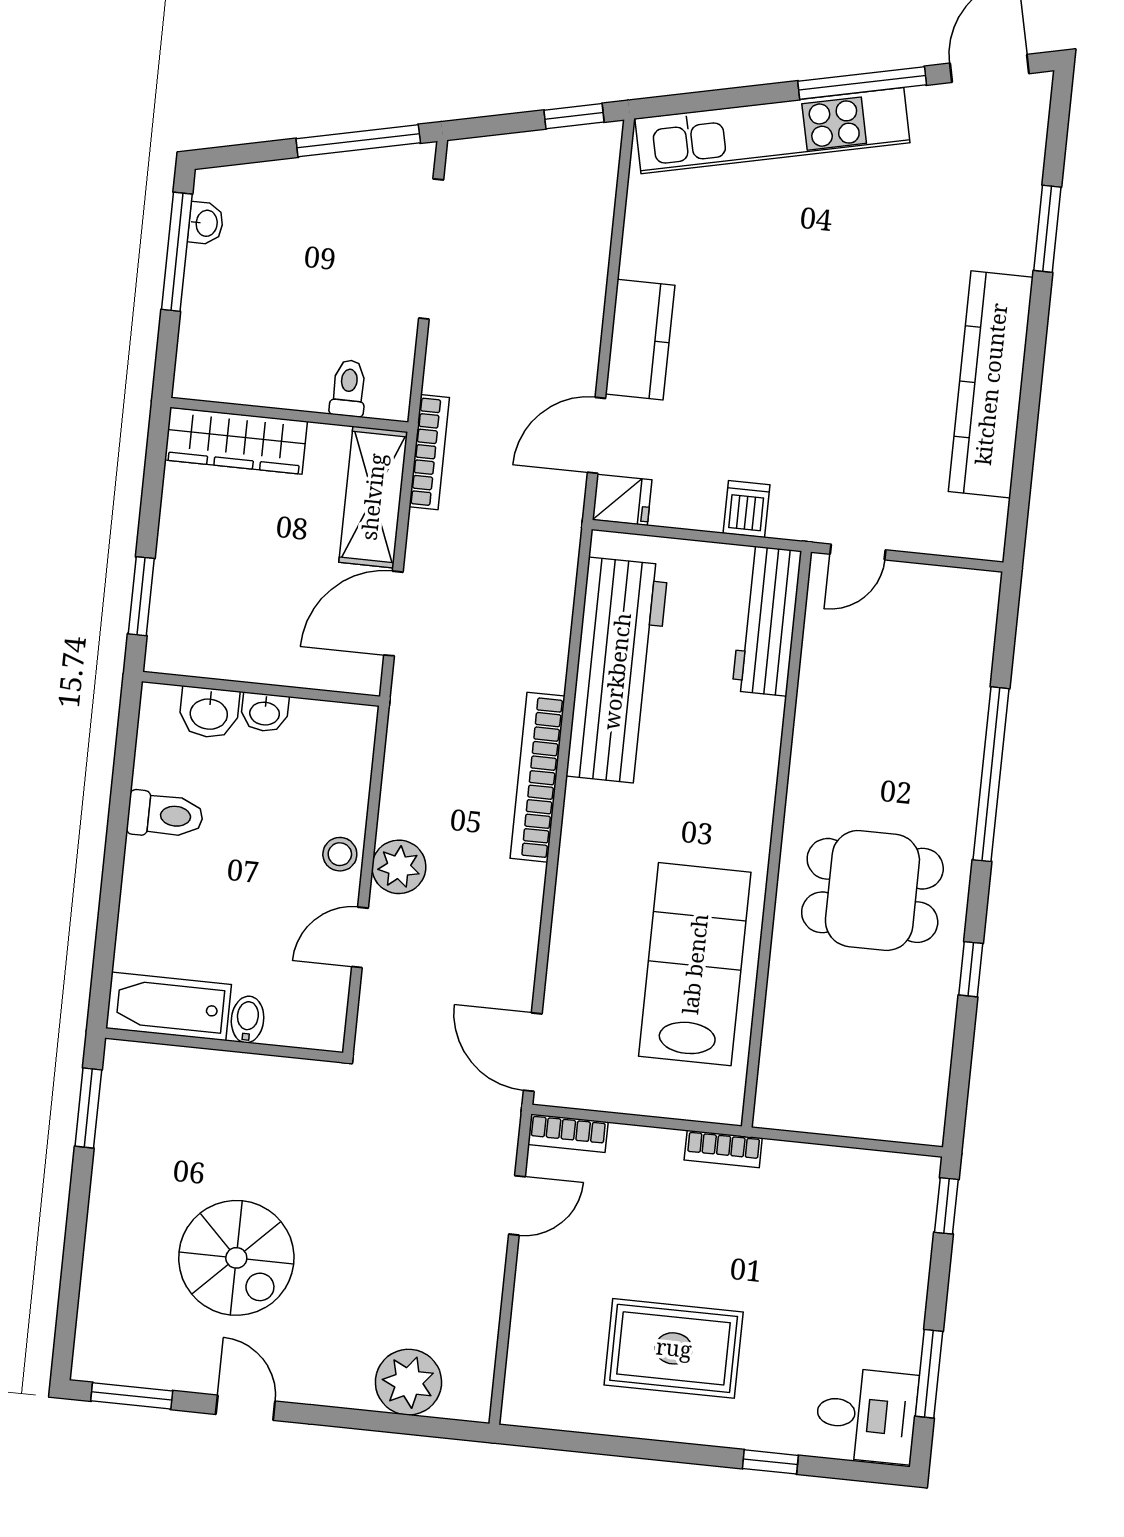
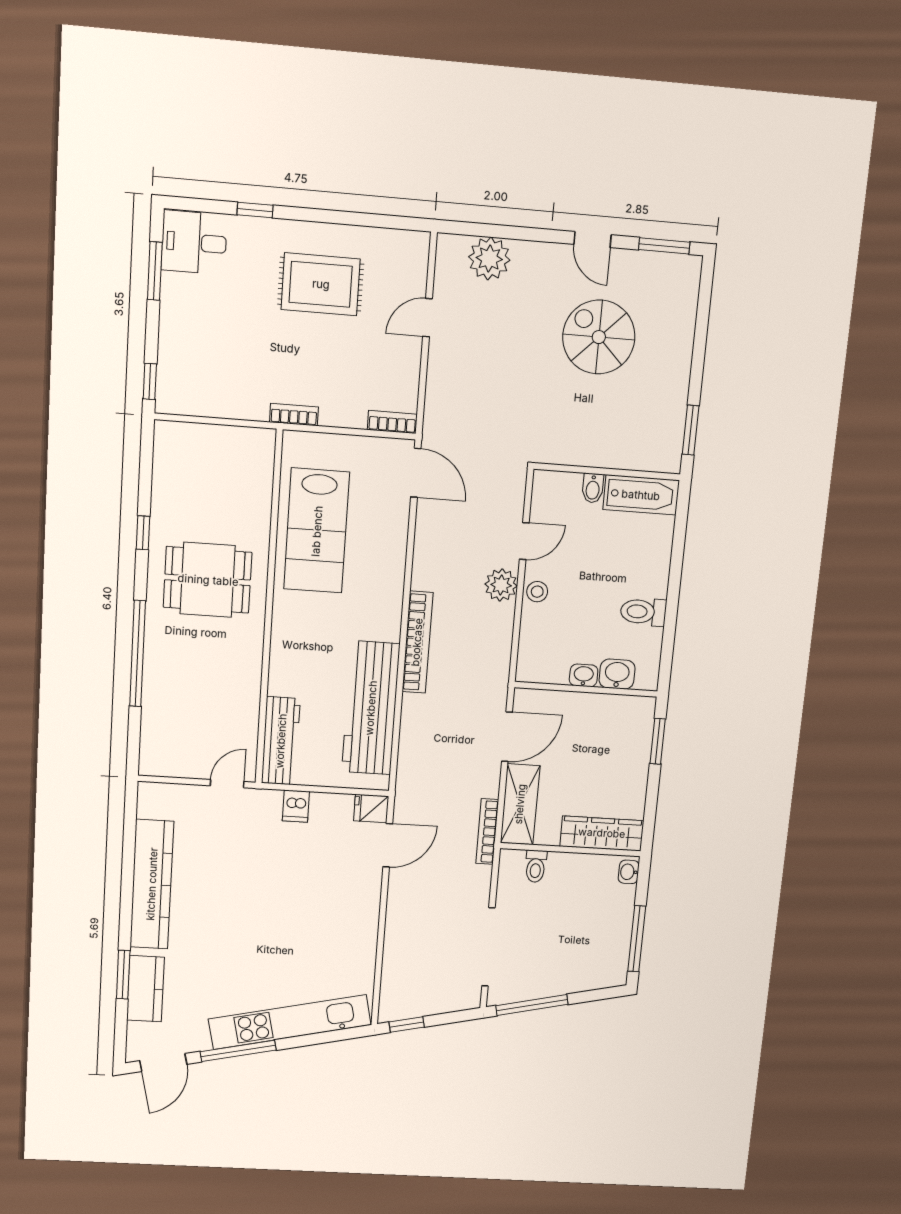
washbasin: (206, 223) -> (629, 872), moved
kitchen counter: (640, 340) -> (145, 989), moved, turned 180
door: (517, 1205) -> (427, 318), moved

